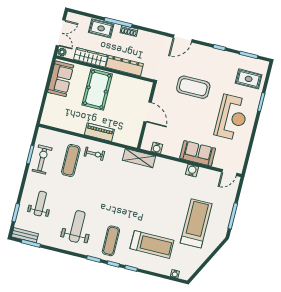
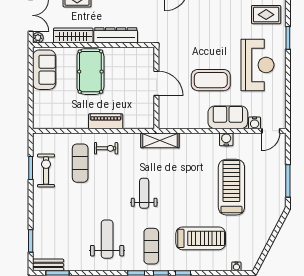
coffee table: (193, 87) -> (211, 80), moved
water cooler: (157, 148) -> (255, 123), moved
weight bench: (40, 204) -> (144, 193), moved
treadmill: (196, 223) -> (231, 187), moved

